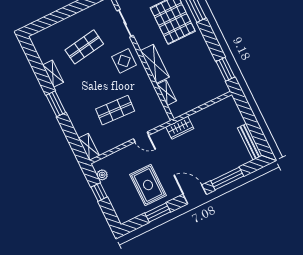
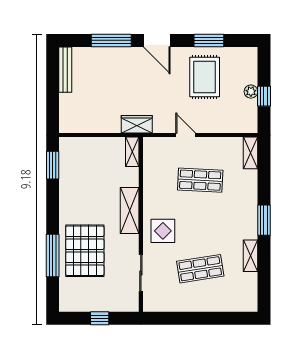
shelving: (167, 93) -> (132, 152), moved
plant: (102, 175) -> (251, 92), moved

